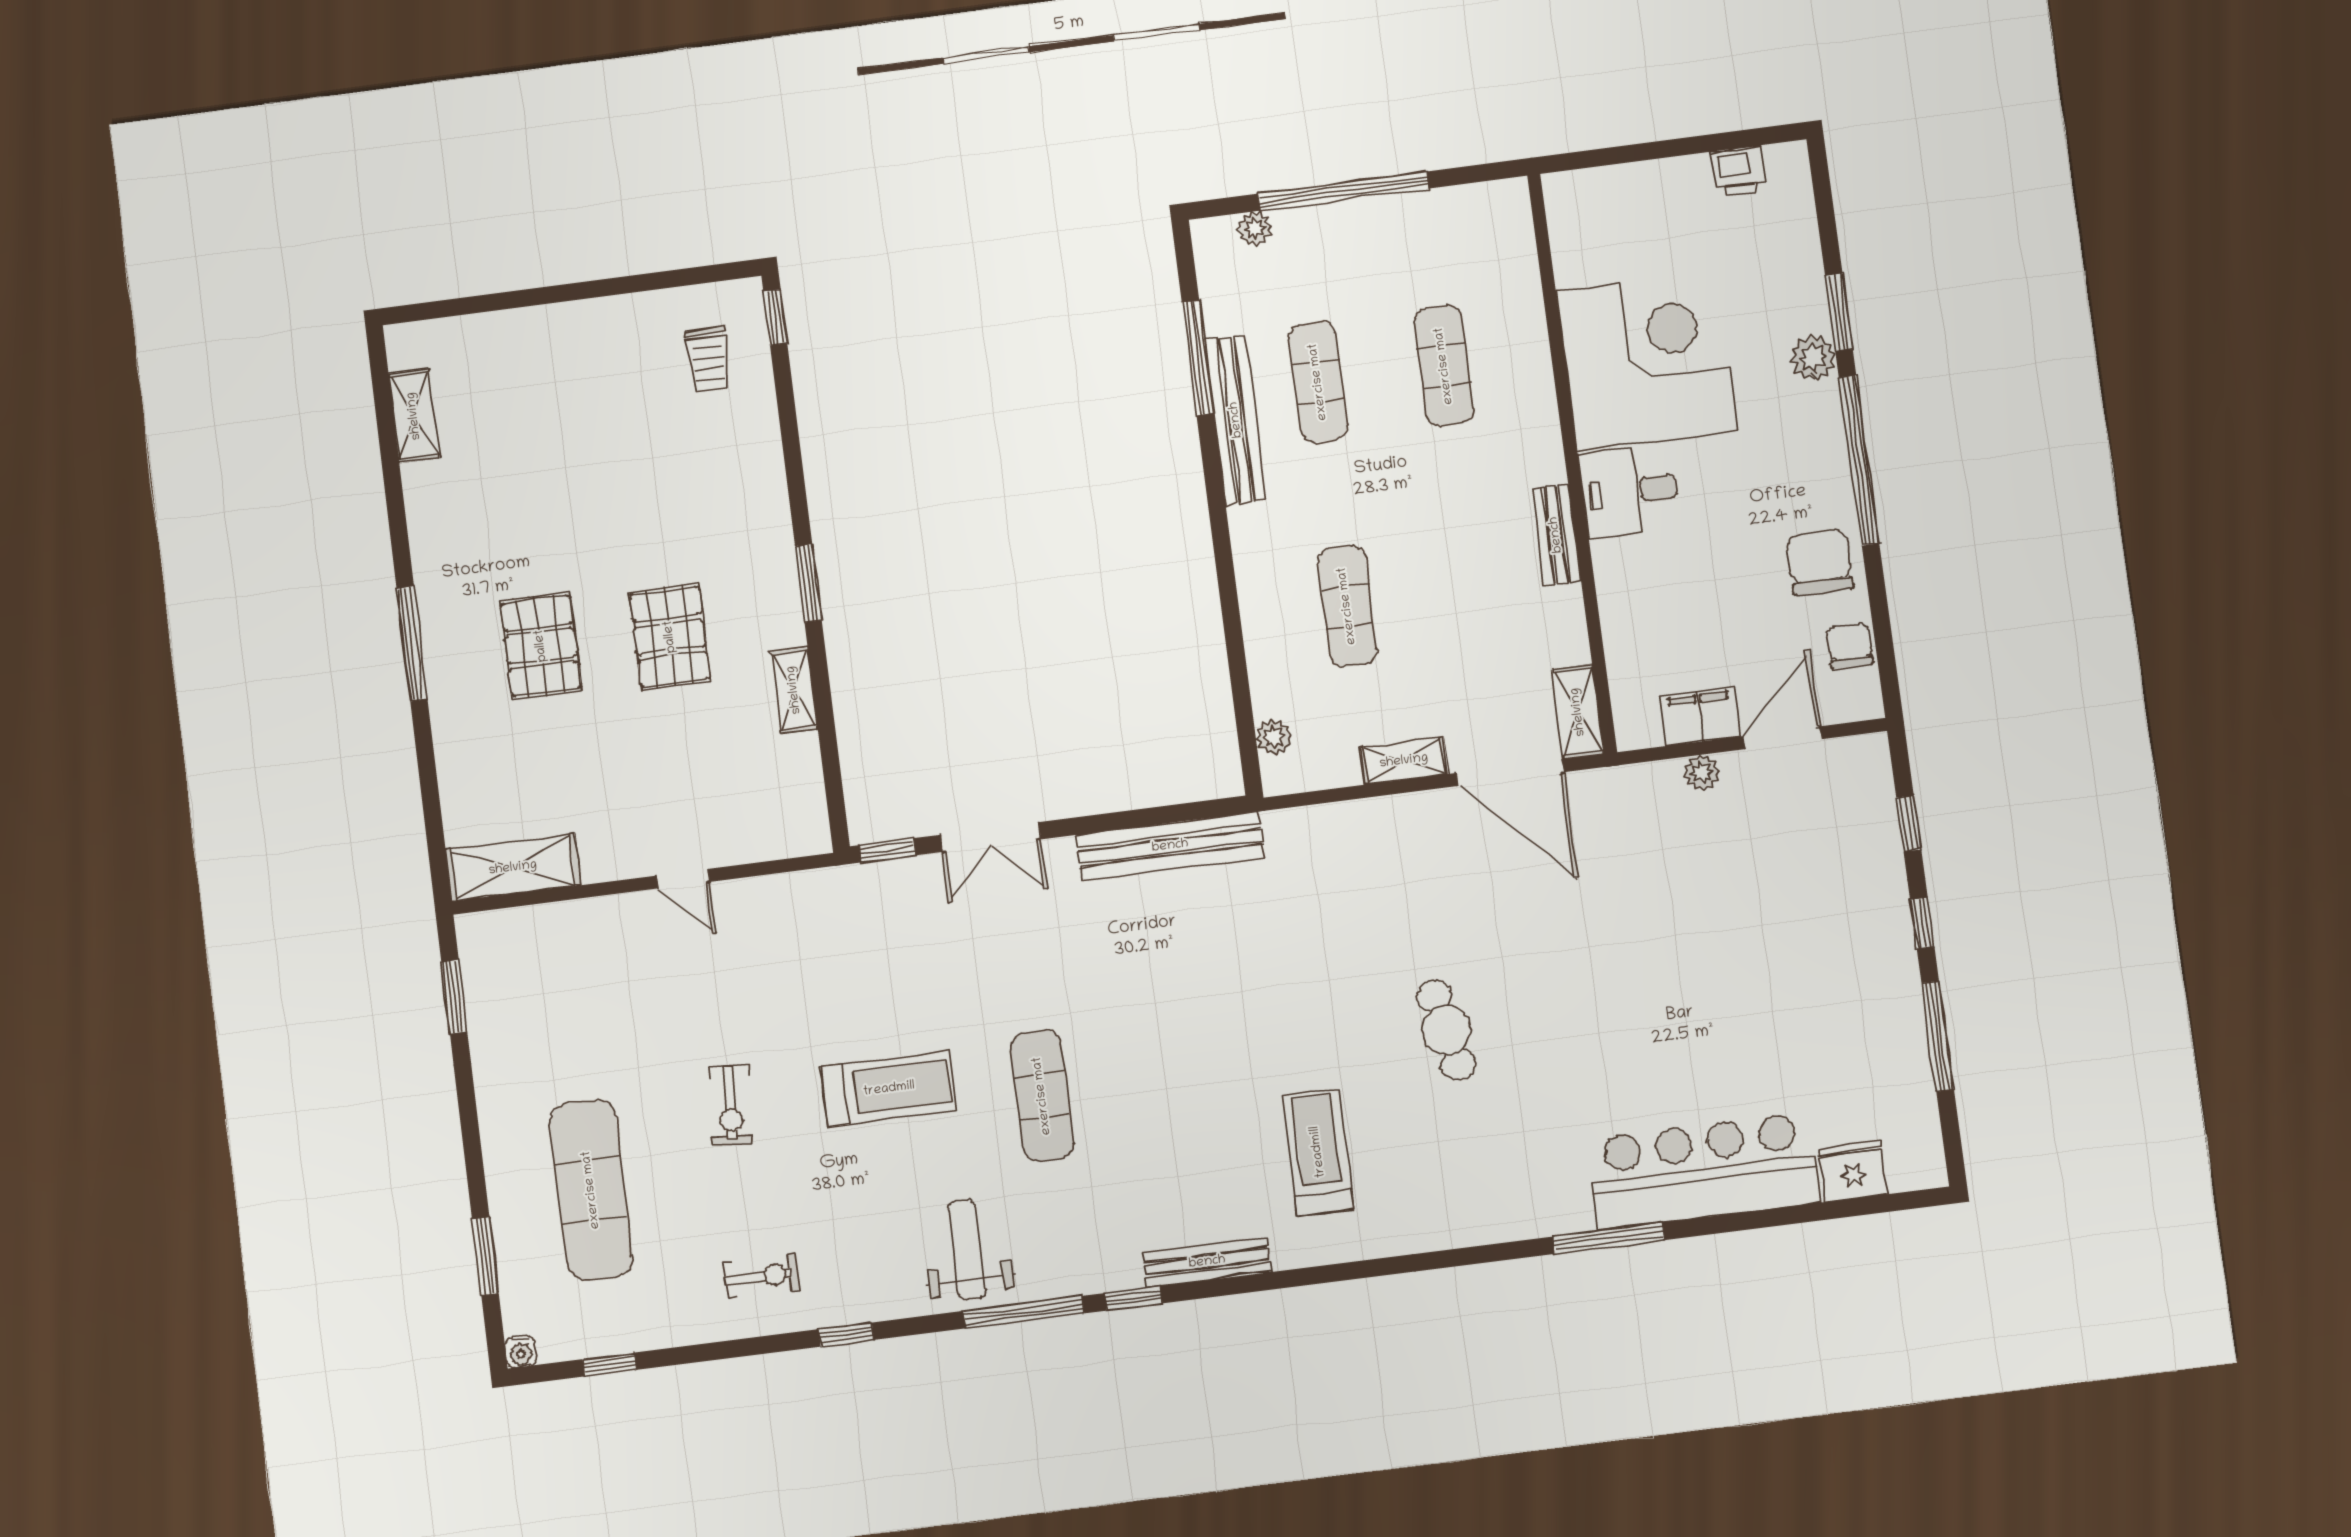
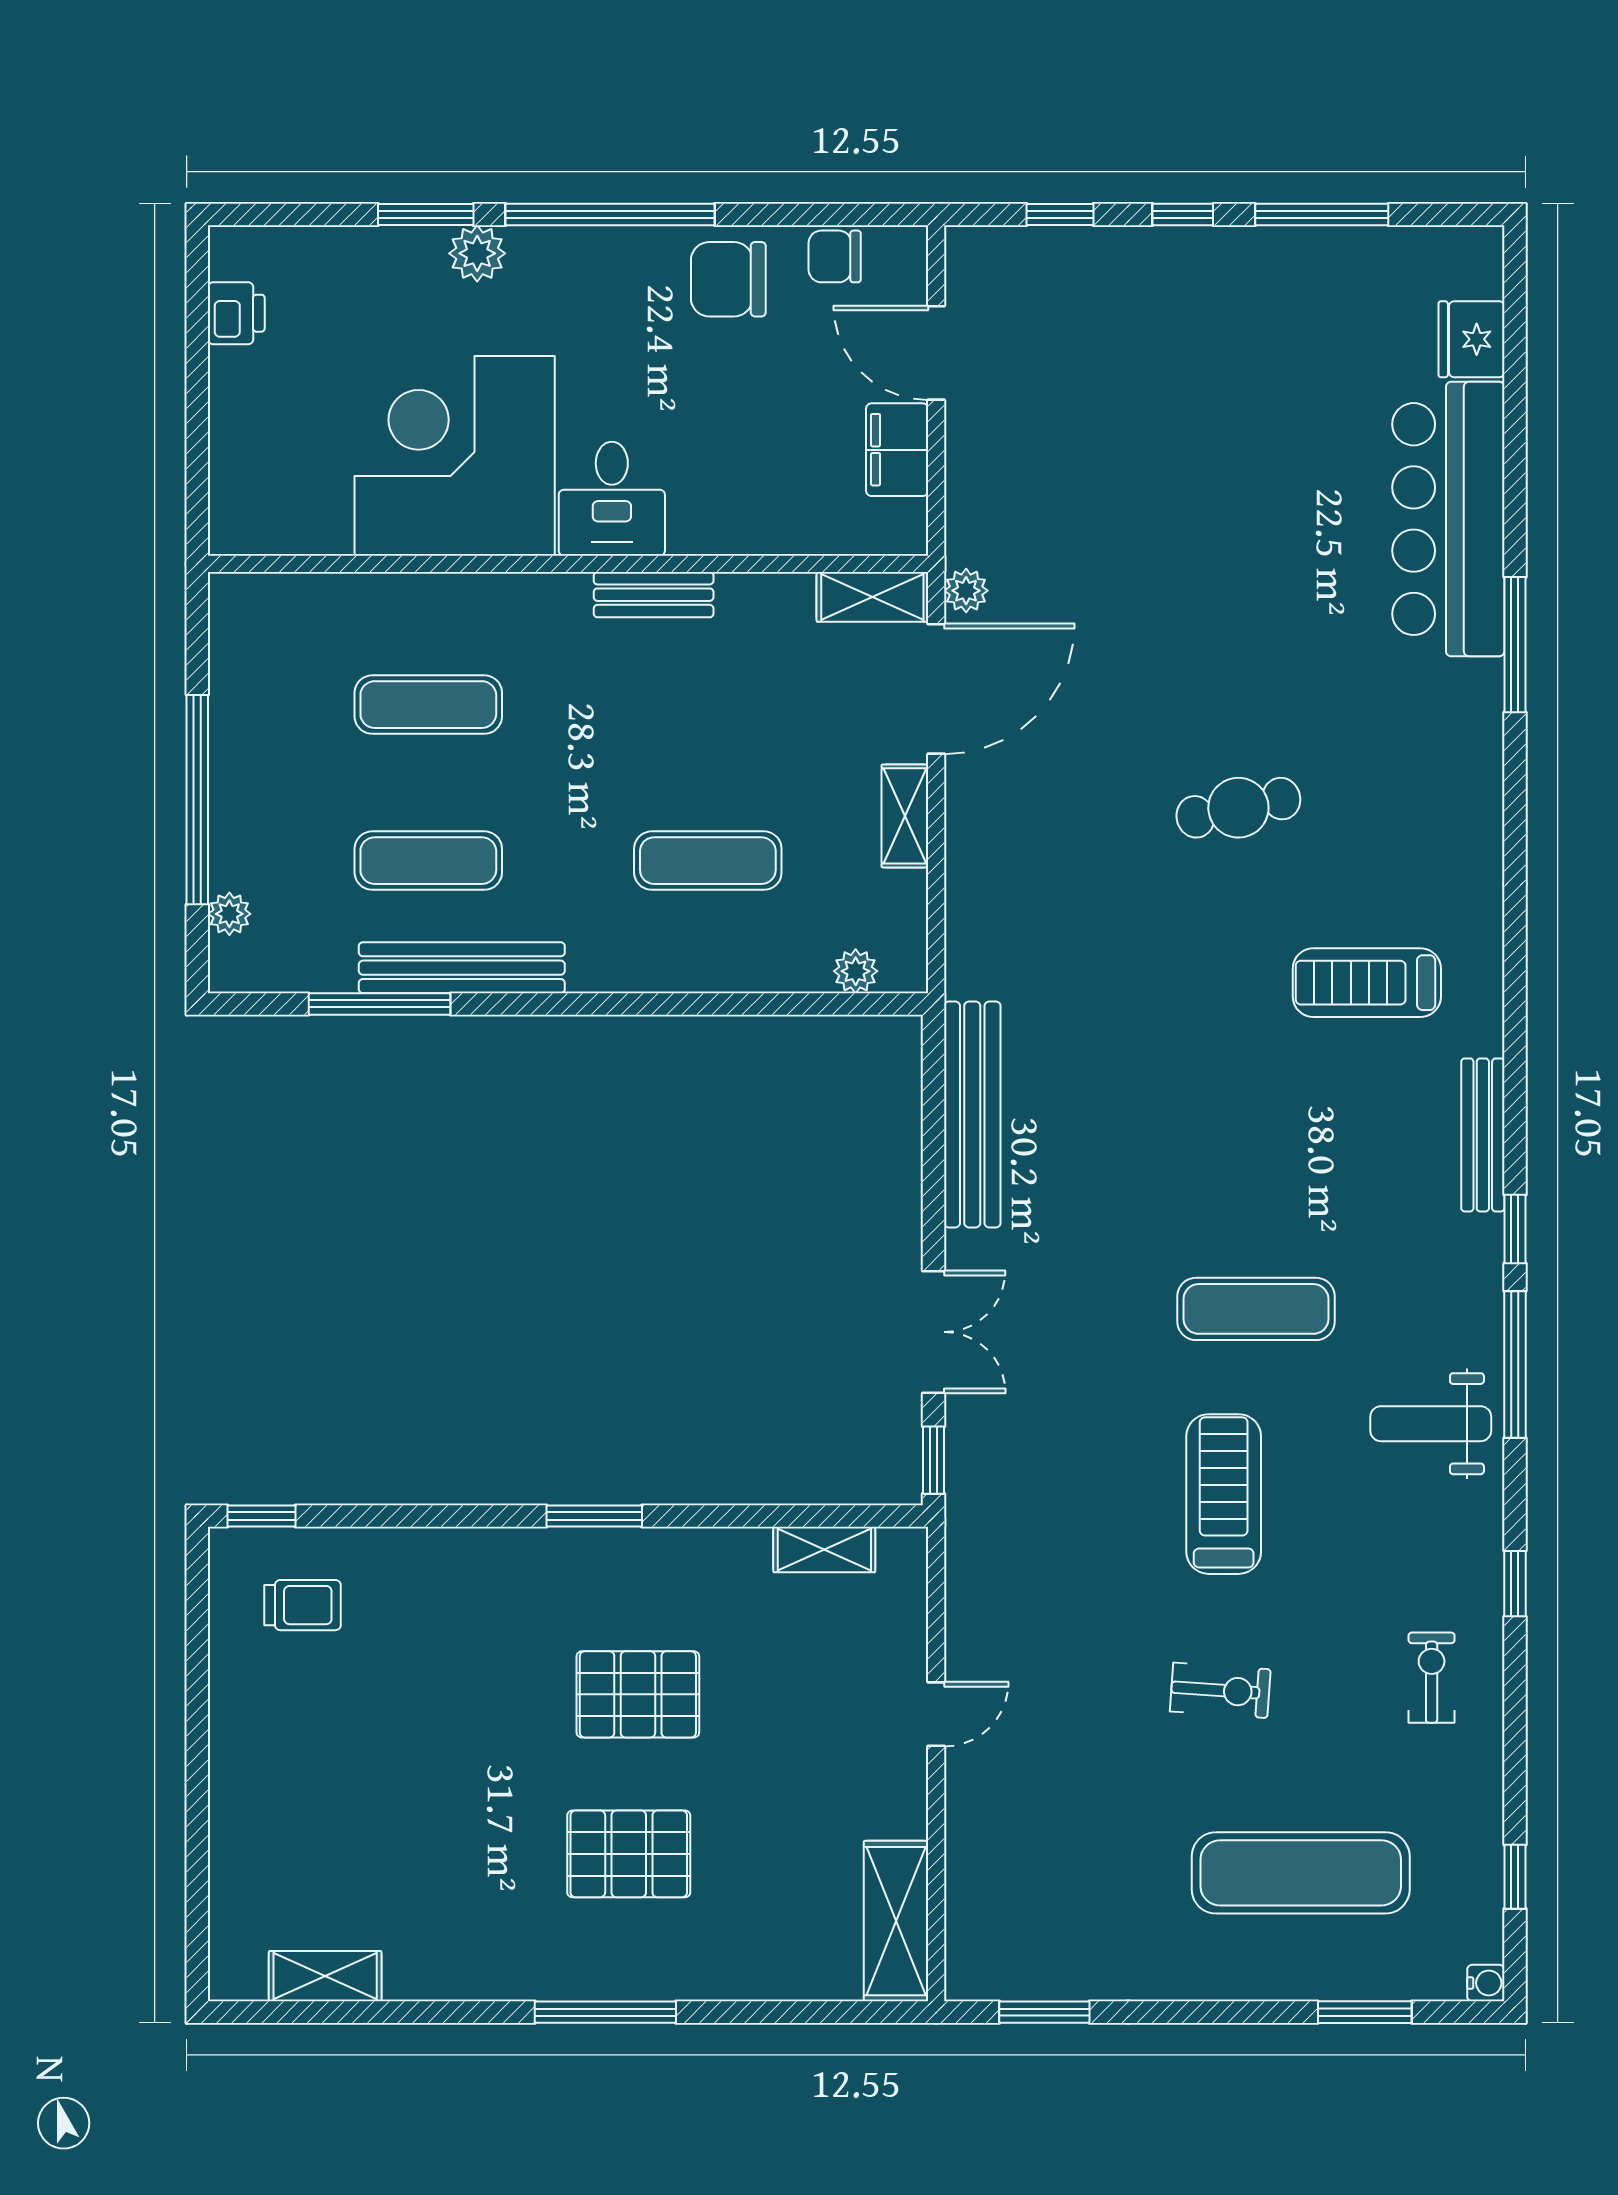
shelving: (794, 690) -> (824, 1550), moved
plant: (1702, 773) -> (966, 591), moved

